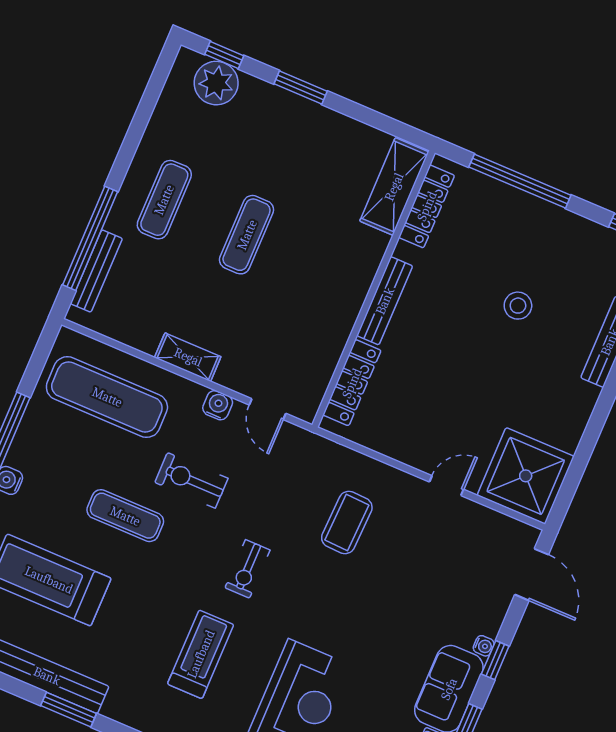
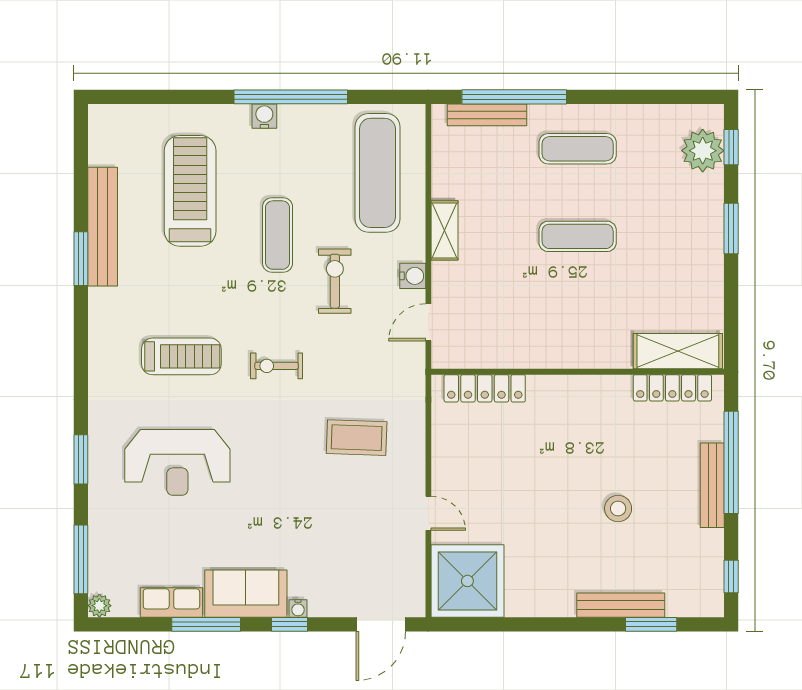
bench: (385, 301) -> (712, 485), moved, turned 90

